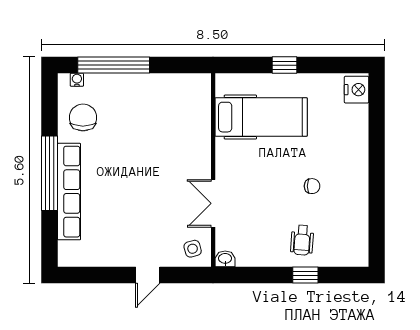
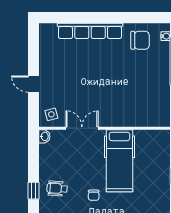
hospital bed: (261, 117) -> (120, 161), moved
window: (49, 173) -> (102, 18), removed

